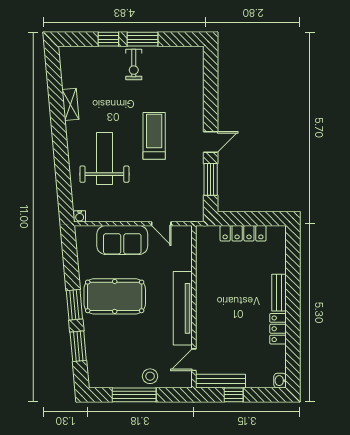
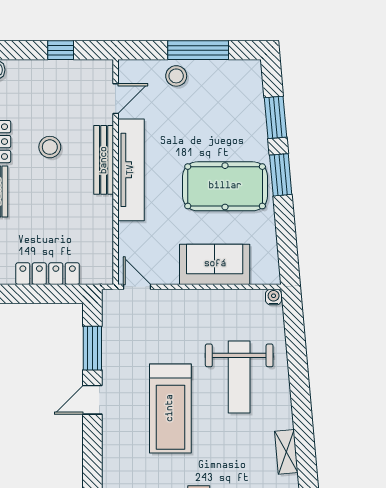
treadmill: (154, 136) -> (170, 408), width x1.37, depth x1.38
door: (161, 224) -> (137, 287), moved
stool: (241, 325) -> (50, 147), added
bench: (220, 381) -> (104, 160), moved, turned 90

